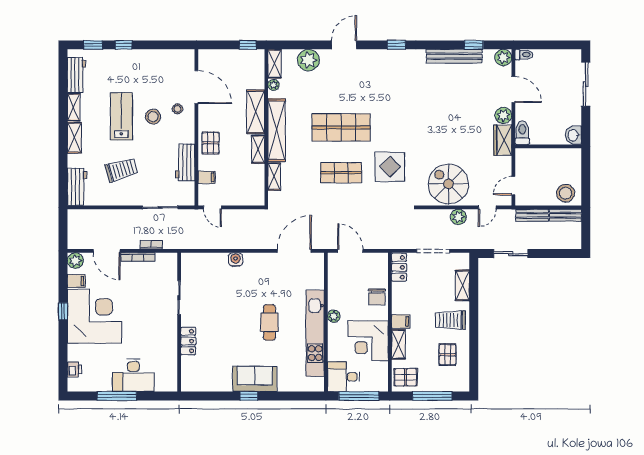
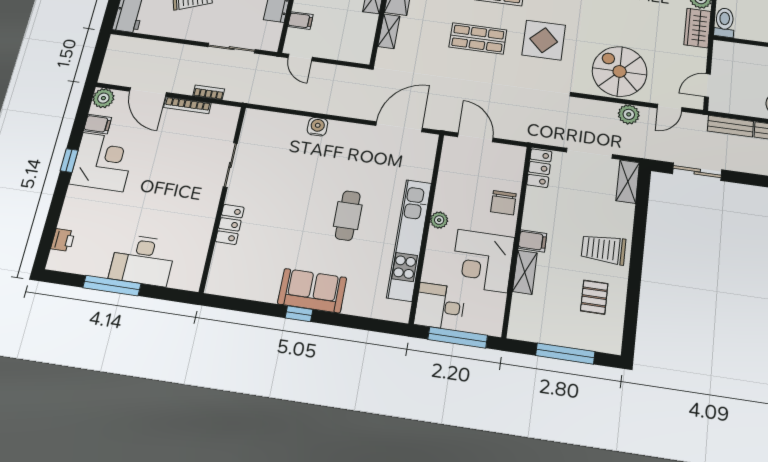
shelving: (462, 285) -> (628, 182), moved
corner desk: (95, 316) -> (103, 162), width x0.74, depth x0.74
pallet: (406, 377) -> (530, 320), removed

